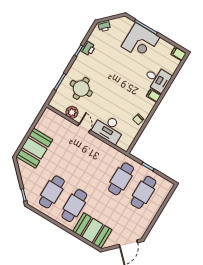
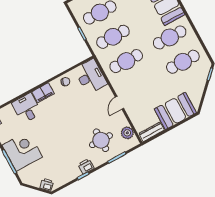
printer: (88, 48) -> (86, 166), moved
filing cabinet: (154, 96) -> (43, 93), width x2.00
plant: (72, 112) -> (127, 133), moved
dresser: (44, 120) -> (152, 132), added
desk: (109, 129) -> (91, 77), moved
cafe table: (99, 165) -> (126, 61), added

